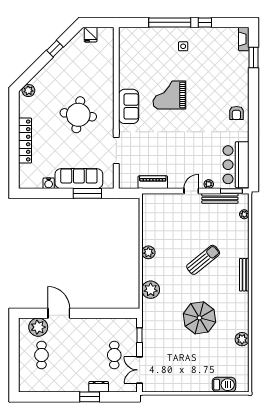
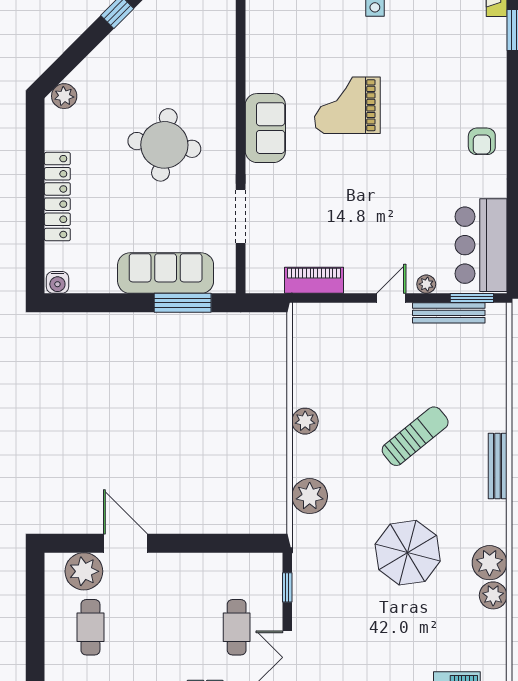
water cooler: (49, 183) -> (57, 282), moved
plant: (244, 214) -> (490, 563), moved, width x1.88, depth x1.88

